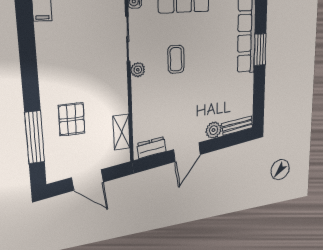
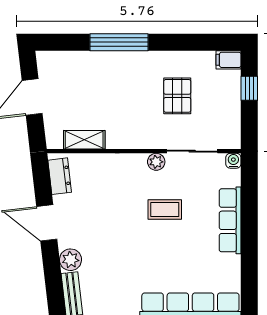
pallet: (72, 119) -> (177, 96), moved, turned 90
window: (35, 137) -> (119, 42), moved

